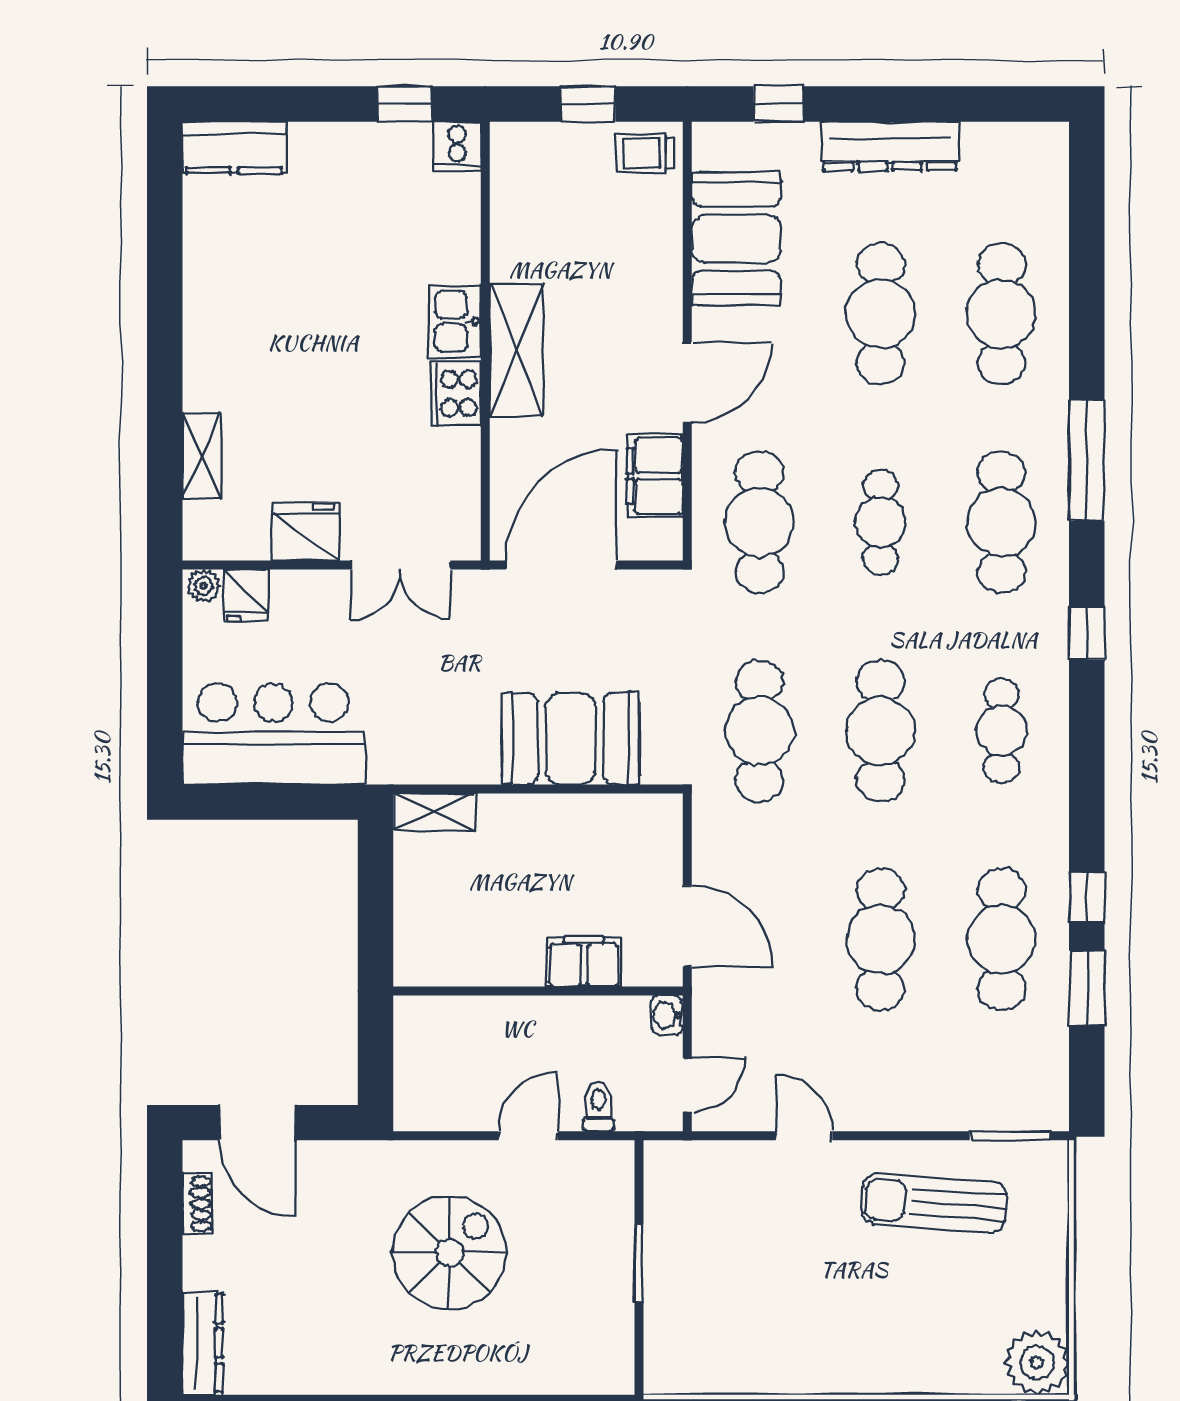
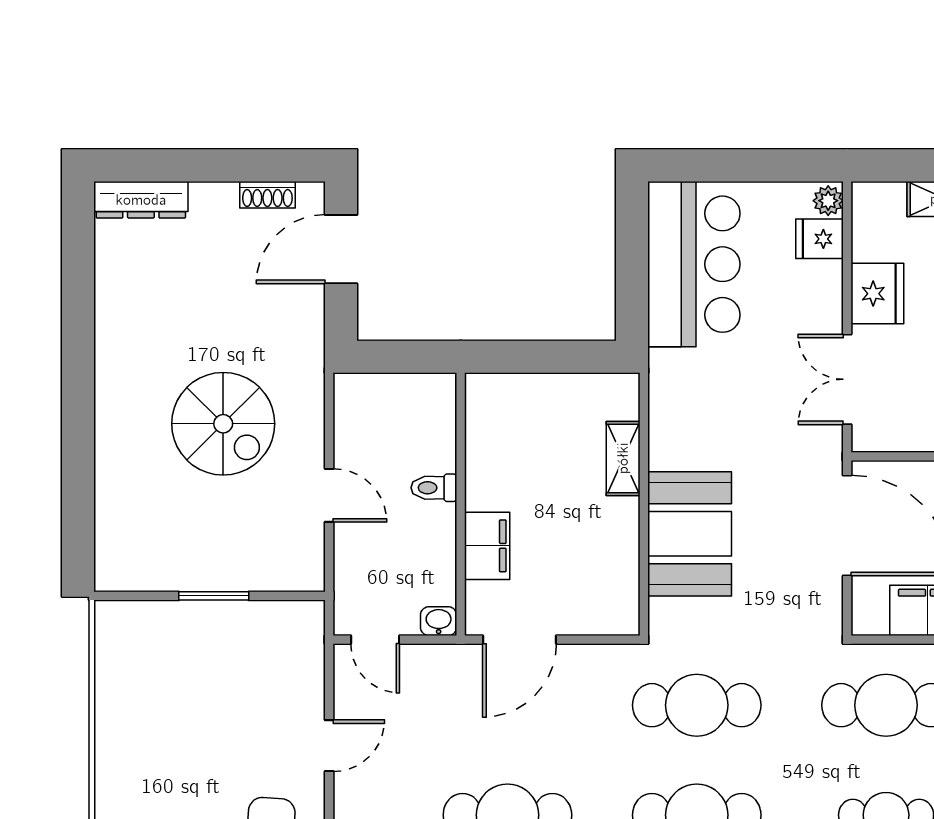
shelving: (434, 812) -> (623, 458), moved
toilet: (598, 1106) -> (434, 488), moved, turned 180

